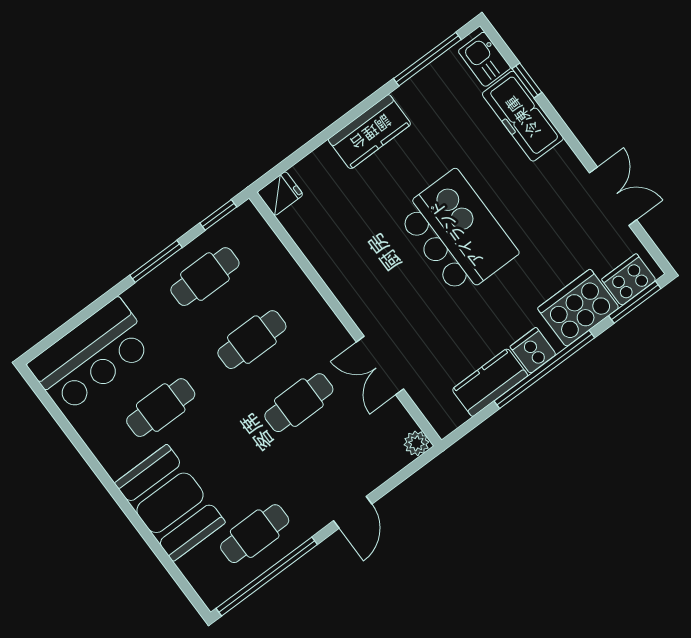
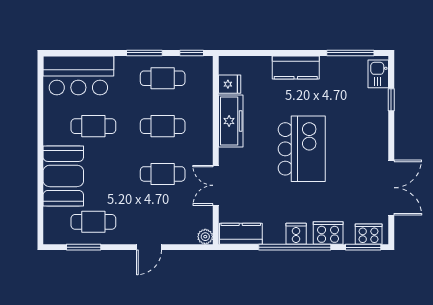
freezer: (523, 116) -> (231, 121), moved, turned 180
fridge: (280, 194) -> (230, 84), moved
double door: (613, 196) -> (391, 188), width x1.37
cooker: (578, 308) -> (328, 233), width x0.73, depth x0.76
kitchen counter: (490, 382) -> (241, 234), moved
window: (267, 576) -> (84, 247), width x0.47

